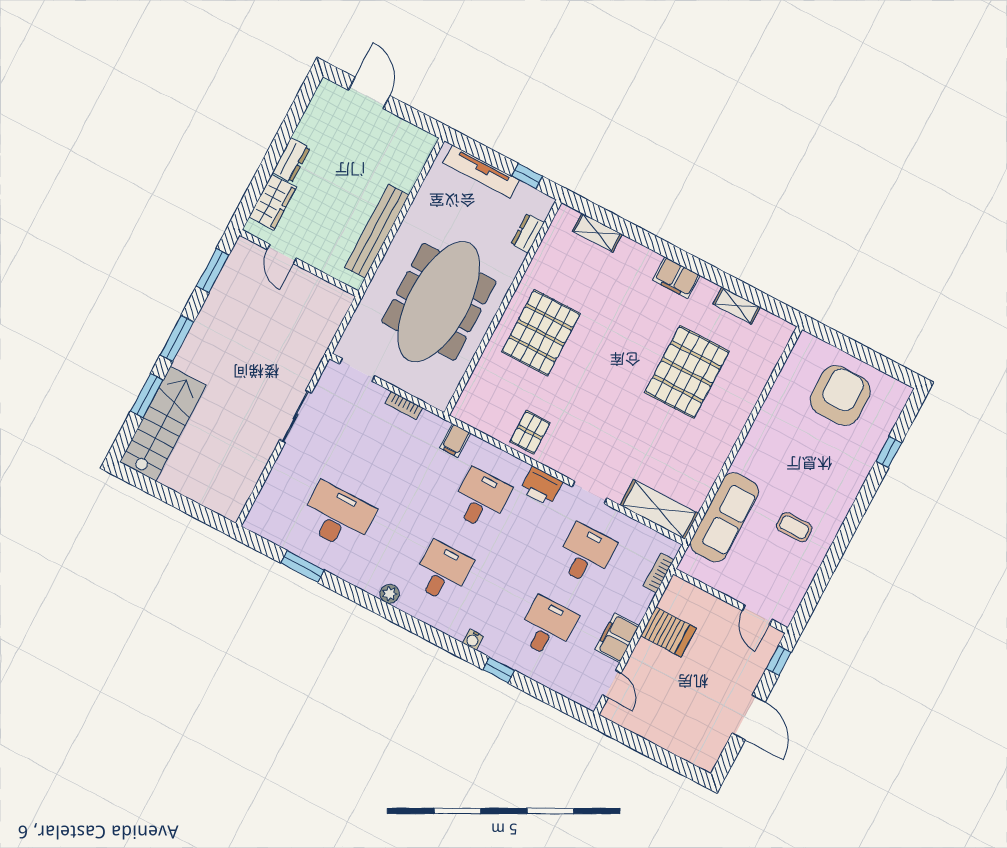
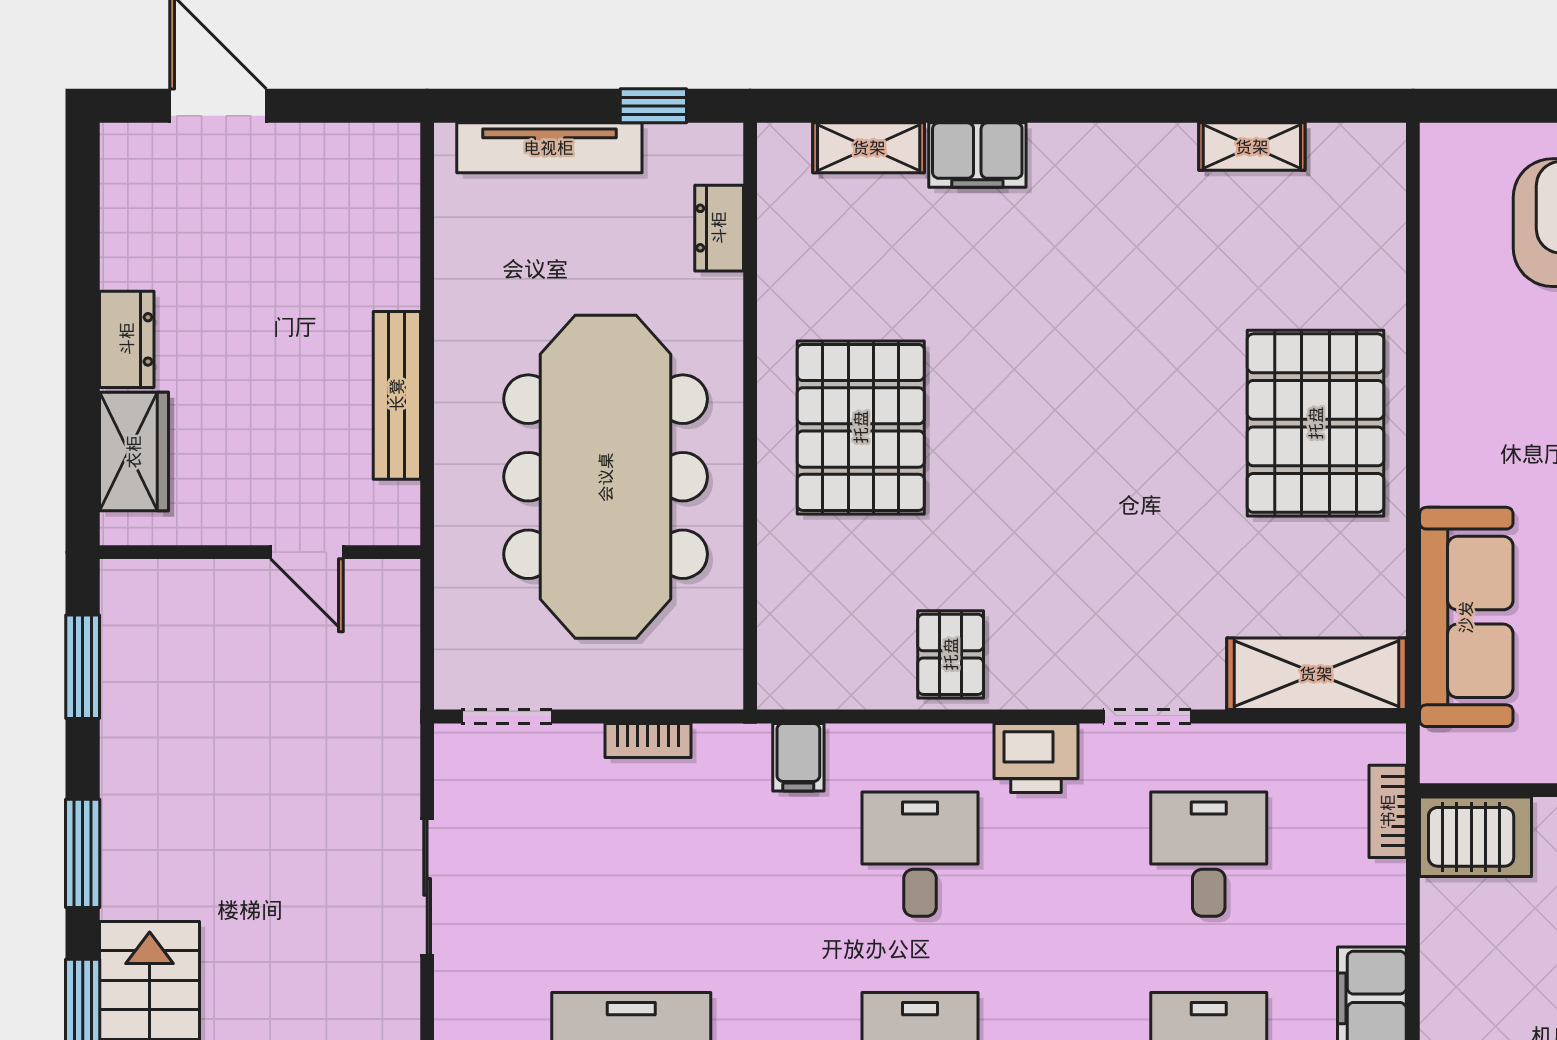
bench: (377, 231) -> (397, 395), width x0.73, depth x0.82
door: (282, 254) -> (307, 552), moved
filing cabinet: (676, 278) -> (977, 155), moved
pallet: (687, 372) -> (1316, 423), moved
server rack: (668, 632) -> (1476, 837), moved

